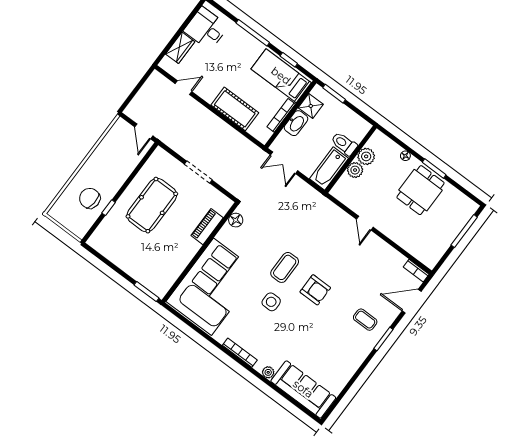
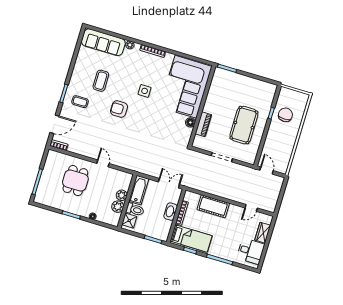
shower: (311, 106) -> (129, 221), moved
dining table: (420, 190) -> (75, 181), moved
chair: (90, 198) -> (285, 115), turned -95
floor lamp: (236, 220) -> (190, 122), moved
coffee table: (285, 267) -> (101, 81), moved

